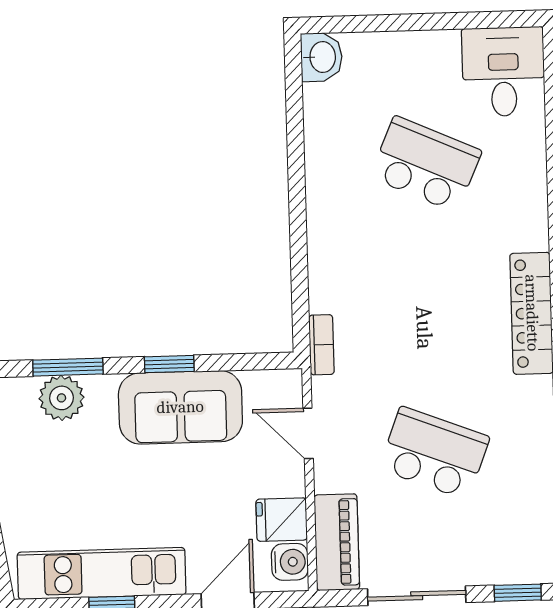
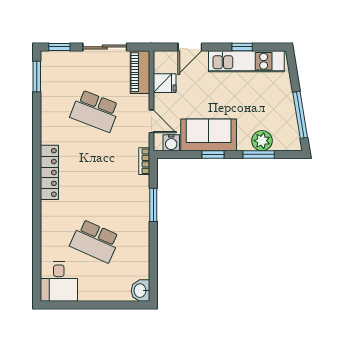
window: (299, 248) -> (153, 205), added
water cooler: (290, 562) -> (171, 143), moved, turned -90

